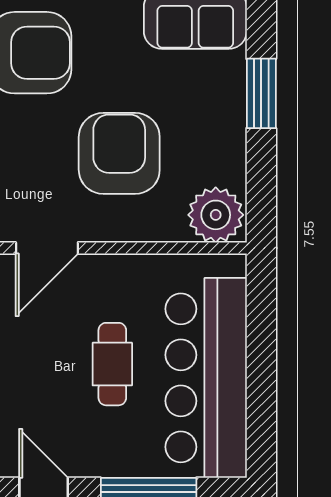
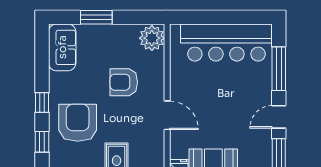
armchair: (119, 153) -> (124, 82), width x0.73, depth x0.73
cafe table: (112, 364) -> (220, 85), removed

